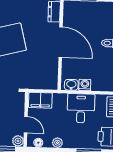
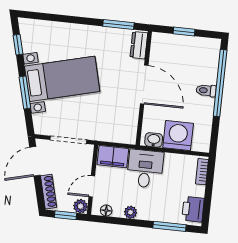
washing machine: (85, 85) -> (178, 136), width x1.89, depth x1.89
desk: (81, 108) -> (145, 169), moved
door: (26, 125) -> (92, 186), swing flipped

